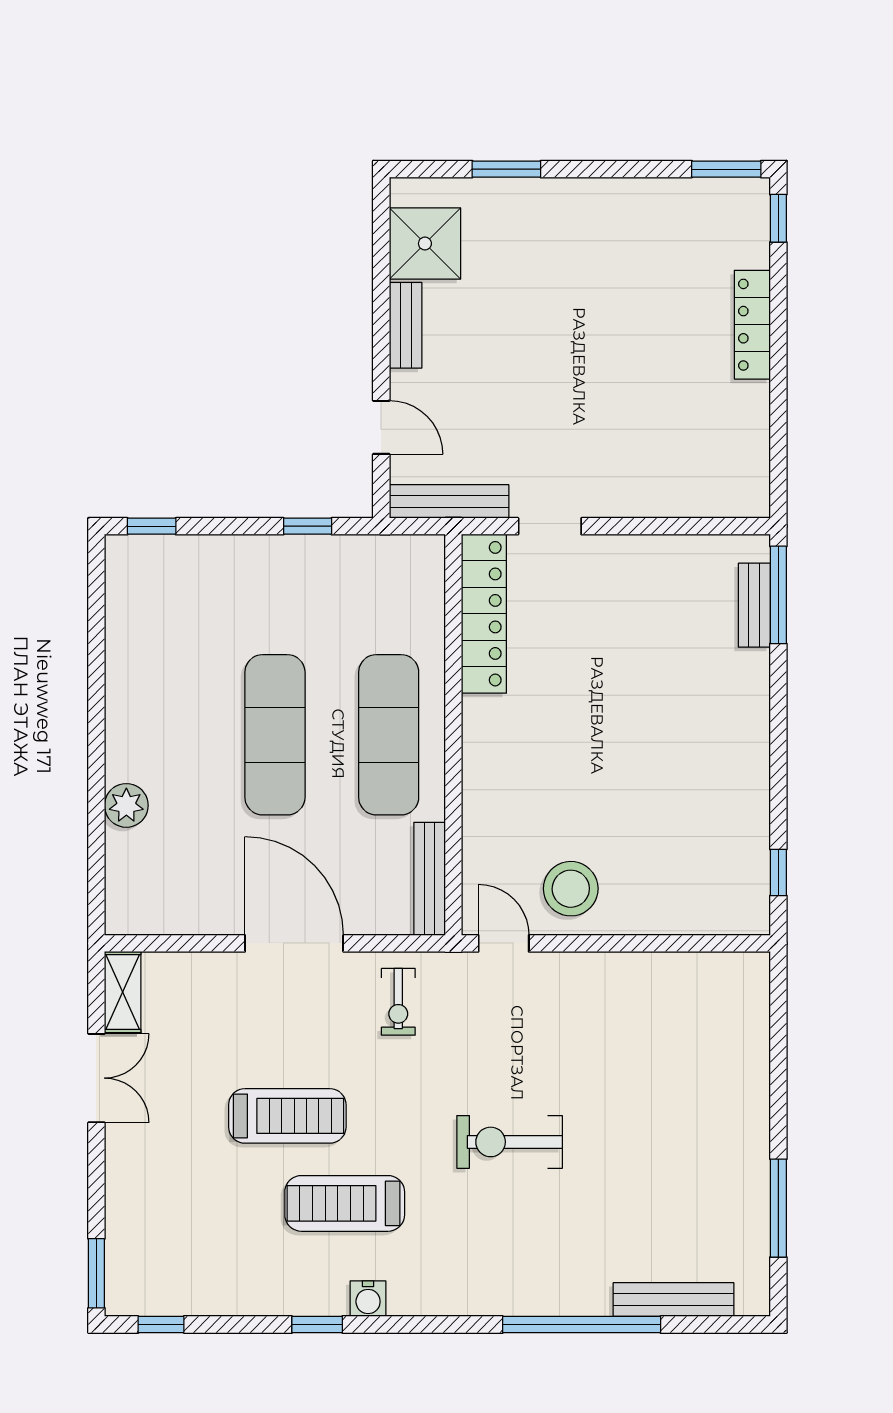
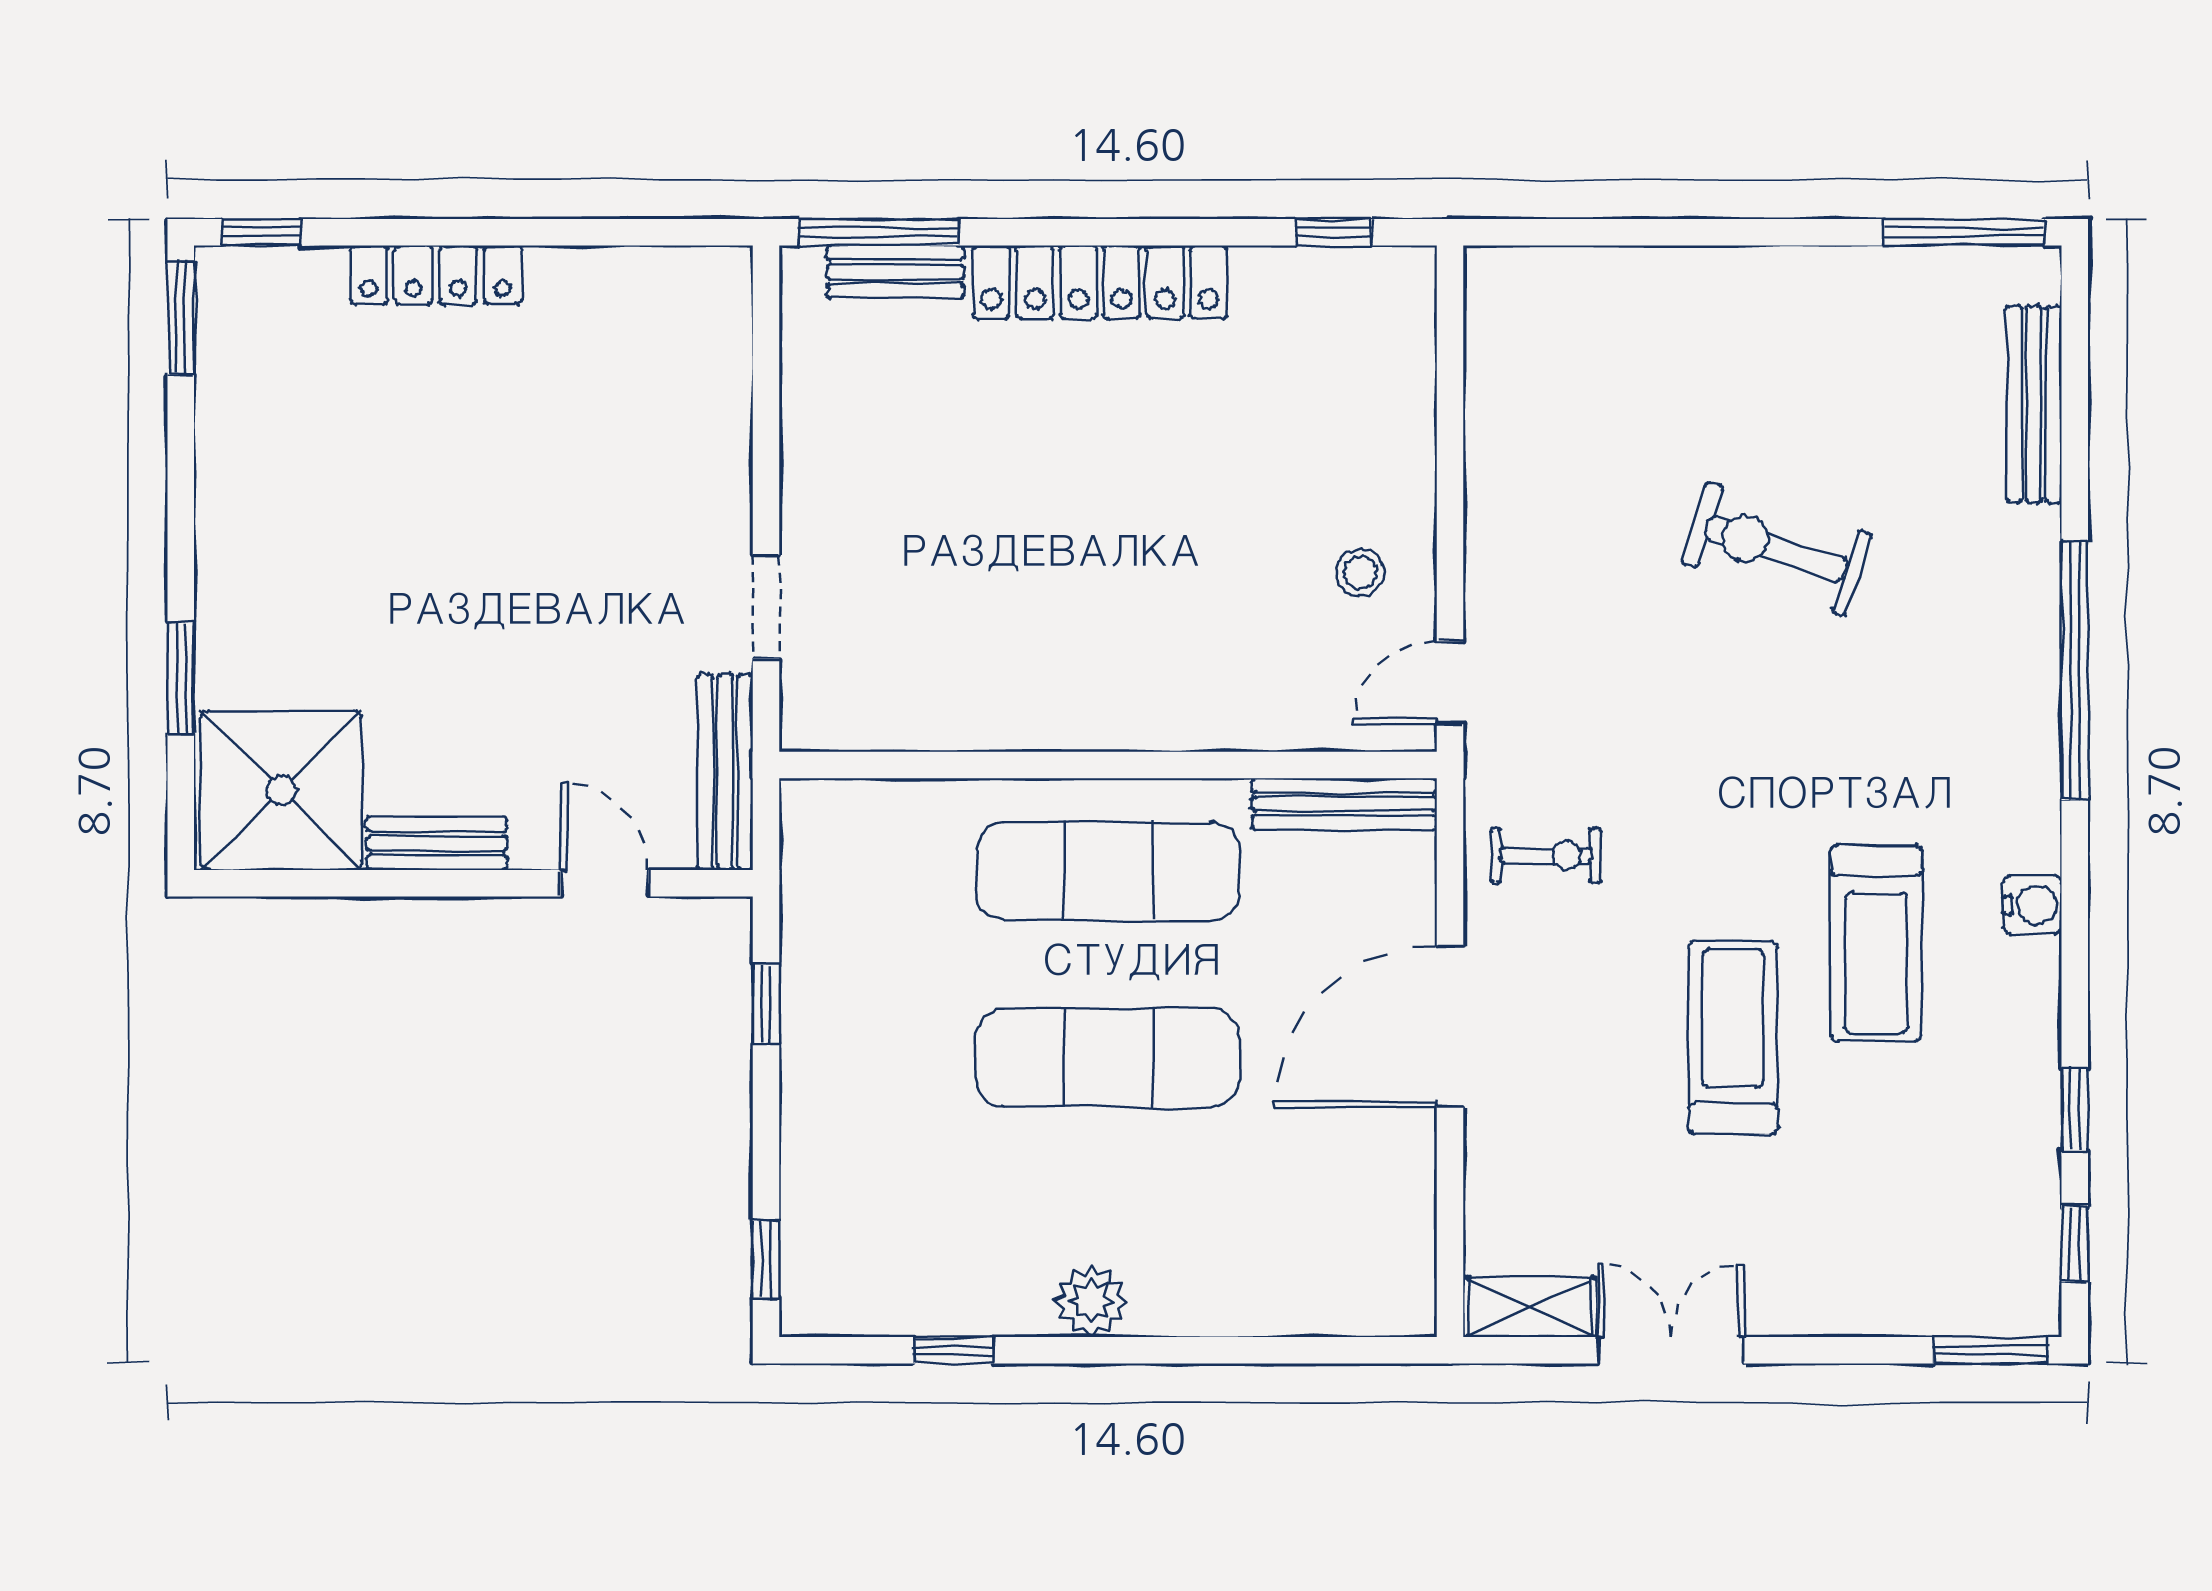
shower: (425, 244) -> (281, 790), width x1.37, depth x1.37
door: (381, 427) -> (604, 883), hinge flipped
locker: (484, 614) -> (1100, 282), moved, turned 180
window: (96, 640) -> (953, 1350), added
plant: (126, 805) -> (1091, 1301), moved
stool: (571, 889) -> (1360, 573), width x0.53, depth x0.53
exercise bike: (510, 1142) -> (1776, 549), moved, turned 108
window: (778, 1208) -> (1964, 232), moved
window: (317, 1324) -> (2075, 1110), moved
window: (582, 1324) -> (2075, 670), moved

